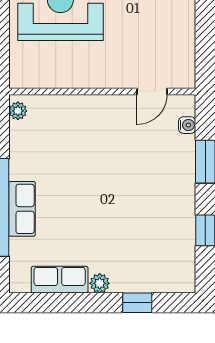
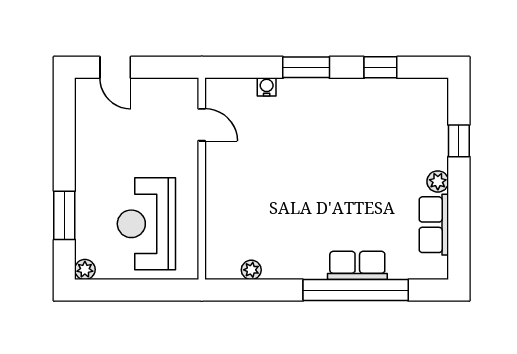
wall: (102, 91) -> (202, 179), moved
door: (152, 91) -> (202, 125), moved

